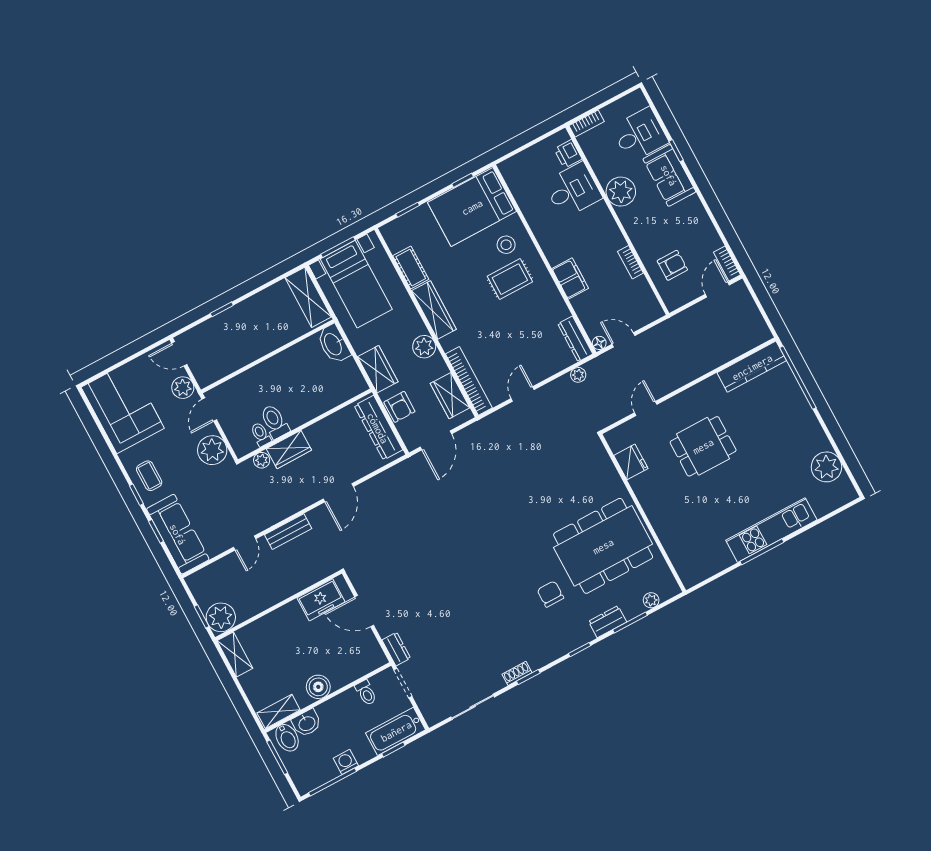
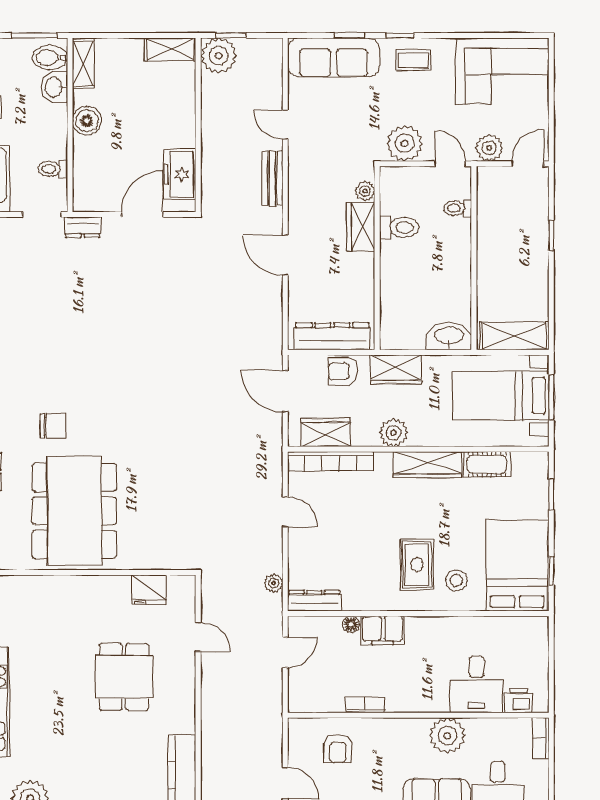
floor lamp: (599, 343) -> (351, 624), moved
toilet: (261, 434) -> (458, 208), moved, turned 180

